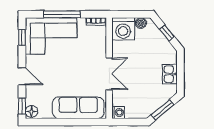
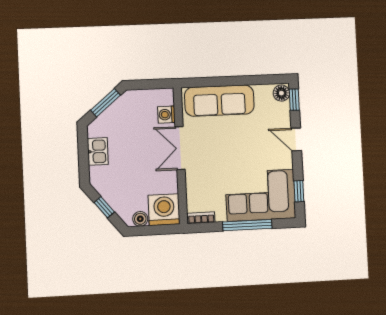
washing machine: (118, 112) -> (166, 115), moved

